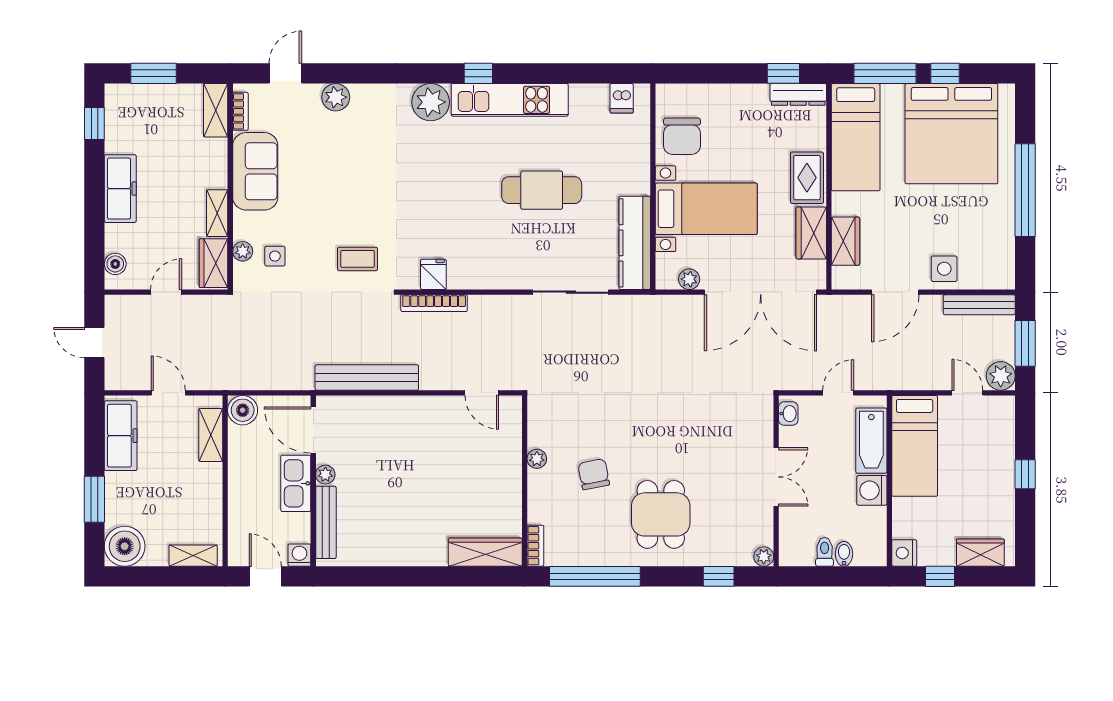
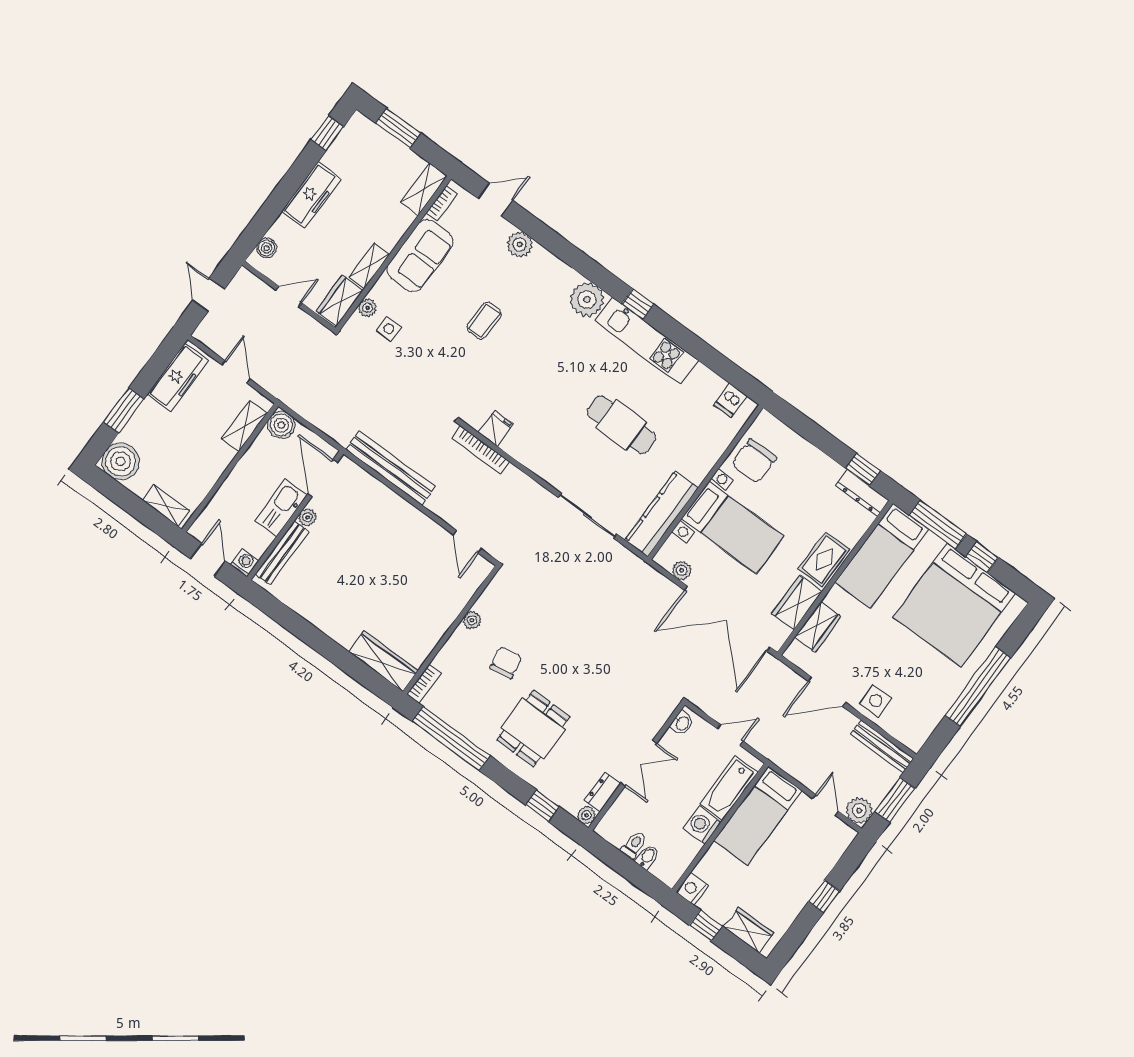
coffee table: (357, 259) -> (484, 321), moved, turned 90
dresser: (763, 526) -> (603, 792), added

